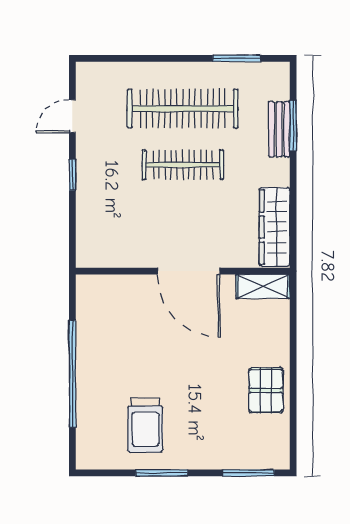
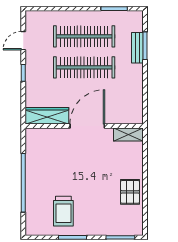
clothes rail: (183, 165) -> (84, 67), width x1.37, depth x1.31
wardrobe: (275, 227) -> (47, 116), moved, turned 90
door: (189, 271) -> (87, 126), swing flipped

